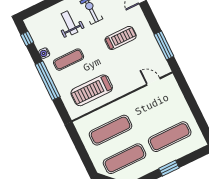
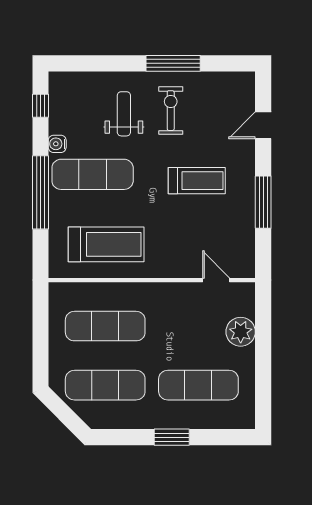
window: (164, 45) -> (263, 202), moved
exercise mat: (69, 60) -> (93, 174), width x1.36, depth x1.45
treadmill: (92, 90) -> (106, 244), turned 180
plant: (177, 101) -> (241, 332), added

